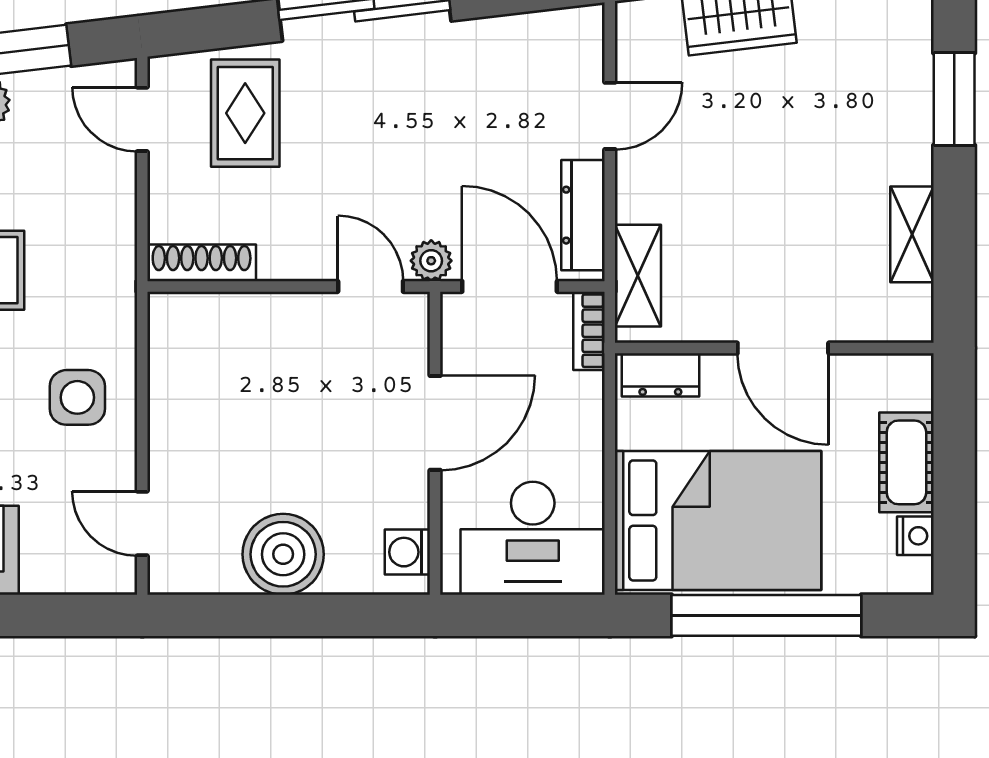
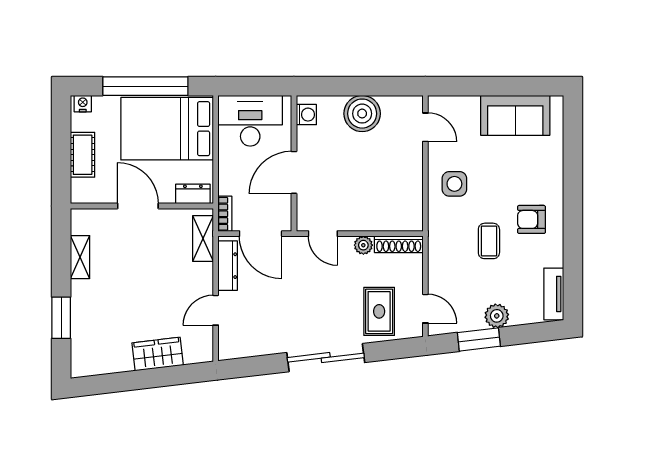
plant: (431, 261) -> (363, 245), moved
nightstand: (915, 536) -> (83, 104), moved, turned 90

